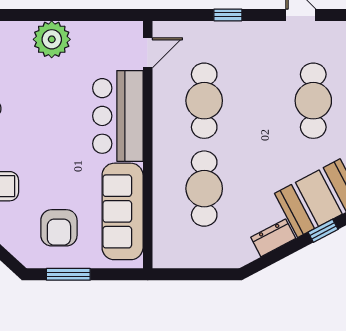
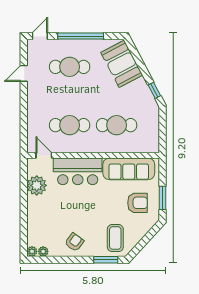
window: (228, 15) -> (24, 113), removed
plant: (52, 39) -> (37, 185), moved
window: (323, 231) -> (154, 90), moved
dresser: (273, 238) -> (143, 88), removed

